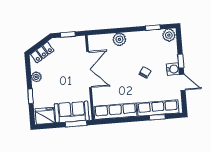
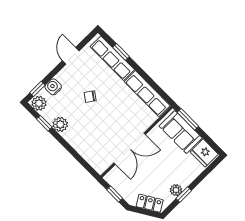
plant: (119, 39) -> (60, 124), moved
window: (181, 61) -> (37, 89), moved
double door: (89, 69) -> (130, 149), swing flipped
water cooler: (173, 69) -> (53, 87), moved
window: (30, 96) -> (184, 195), moved

